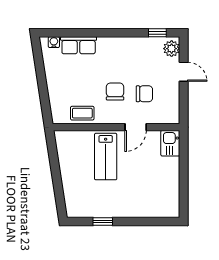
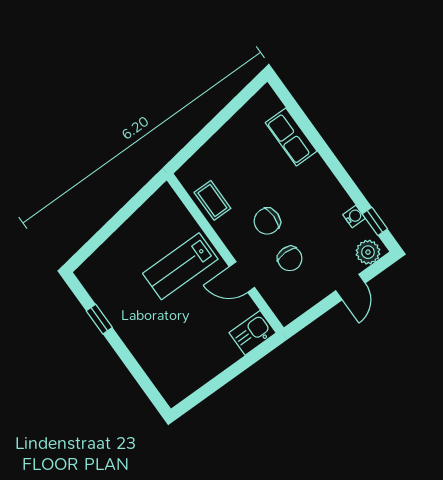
water cooler: (54, 42) -> (354, 216), moved
chair: (115, 91) -> (267, 221), turned 180

